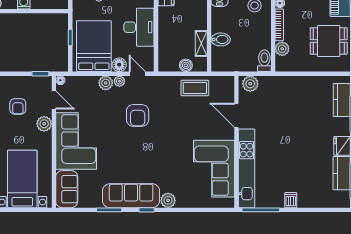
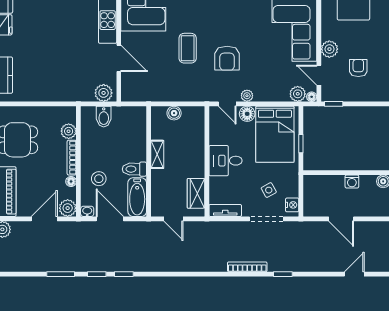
desk: (139, 27) -> (226, 161), width x0.73
bidet: (221, 39) -> (104, 117), moved, turned -90
shelving: (201, 44) -> (157, 154), moved
toilet: (264, 61) -> (134, 169), moved, turned 90
plant: (106, 83) -> (298, 94), moved
coffee table: (195, 88) -> (188, 48), moved, turned 90
armchair: (138, 115) -> (227, 58), turned 180

